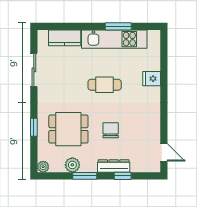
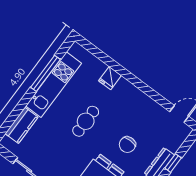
window: (118, 26) -> (45, 73), width x1.44
chair: (111, 130) -> (127, 145), turned -90

